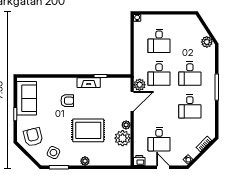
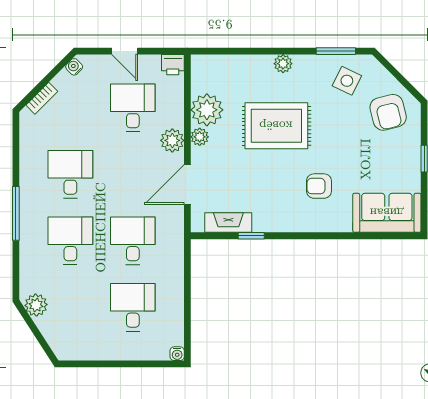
fireplace: (89, 83) -> (228, 222), moved
plant: (140, 85) -> (172, 140), moved
sofa: (27, 98) -> (387, 213), moved, turned 90

